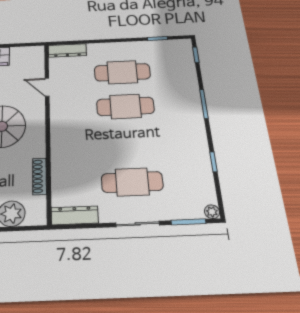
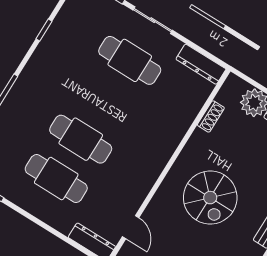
door: (47, 87) -> (131, 227), moved
shoe rack: (40, 176) -> (211, 116), width x0.70

